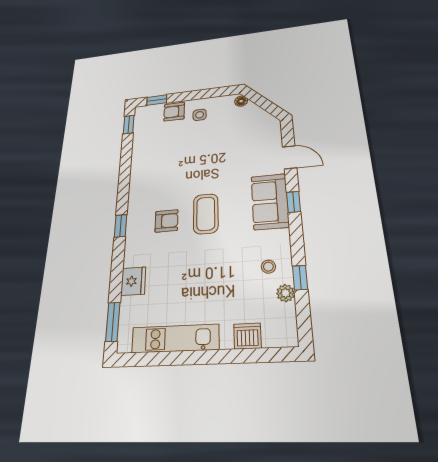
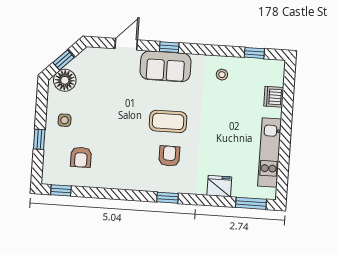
window: (157, 100) -> (39, 139), moved
floor lamp: (241, 101) -> (65, 80), width x1.89, depth x1.89
window: (263, 103) -> (64, 60), added
armchair: (174, 112) -> (81, 157), moved
window: (300, 278) -> (254, 53), moved
plant: (286, 293) -> (245, 64), removed

